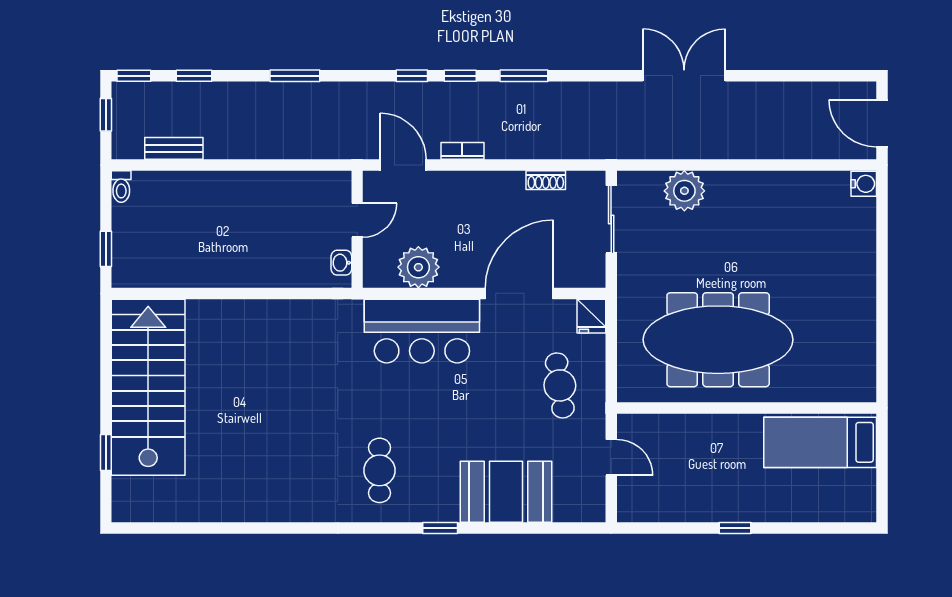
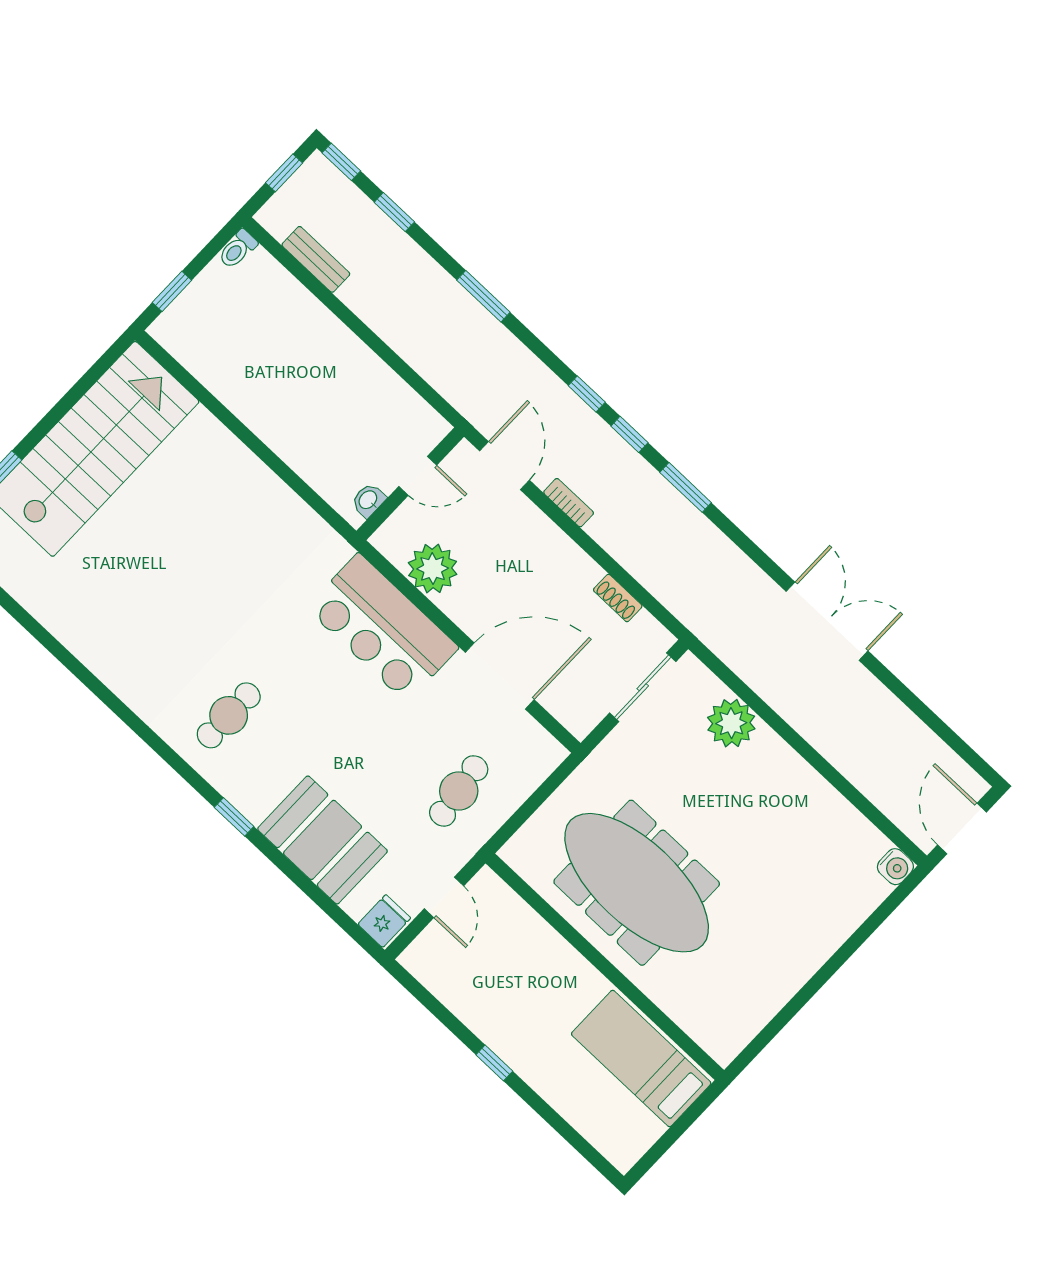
fridge: (591, 316) -> (384, 921), moved, turned 180

